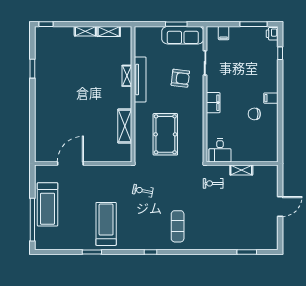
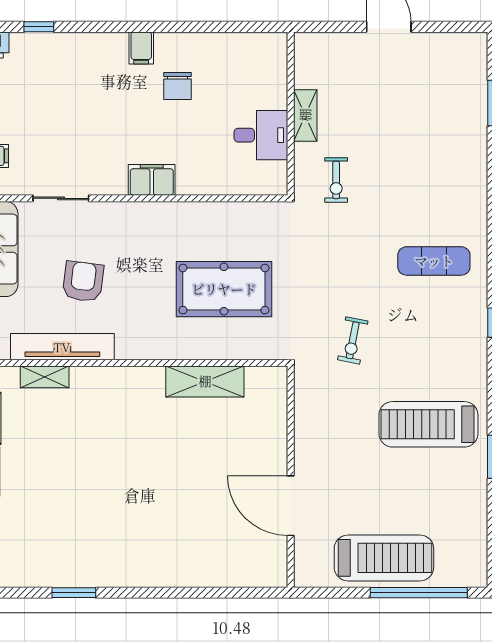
shelving: (127, 76) -> (45, 377), moved
armchair: (180, 78) -> (83, 282), moved
tv unit: (140, 80) -> (62, 347), moved
desk: (220, 150) -> (261, 135), moved

